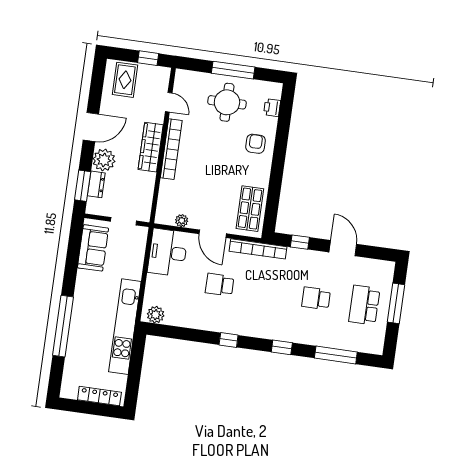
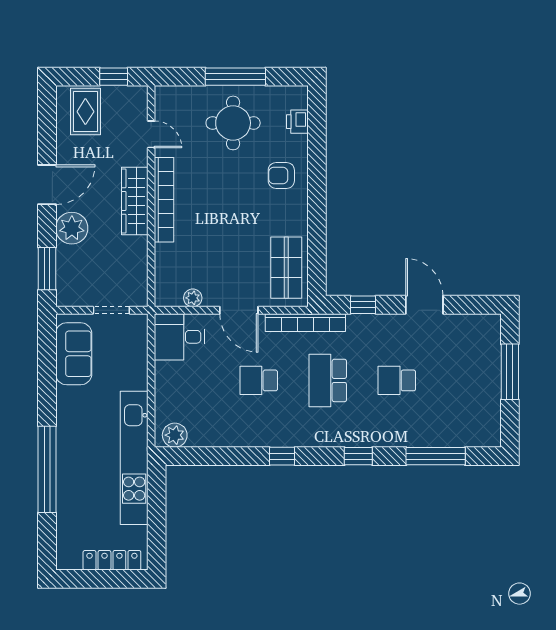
armchair: (256, 144) -> (281, 175), turned -90
dresser: (96, 184) -> (66, 264), removed
desk: (168, 252) -> (180, 337), width x0.73
school desk: (364, 305) -> (328, 380), moved

